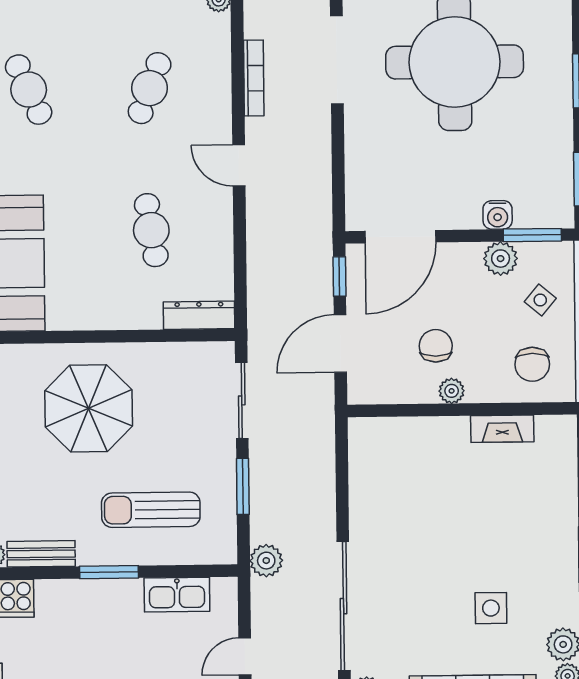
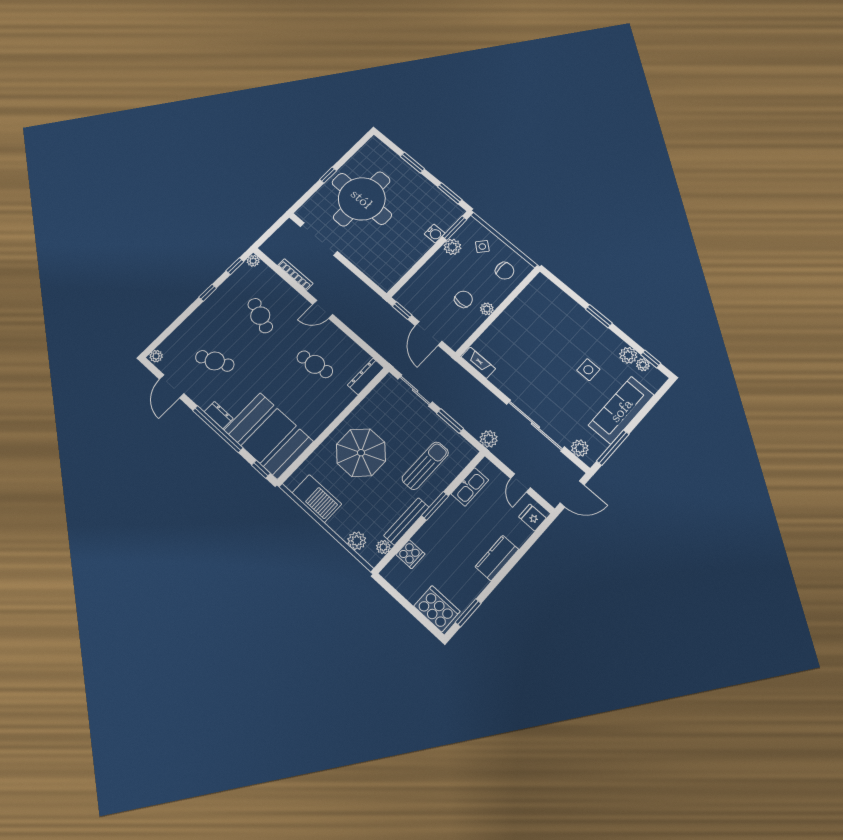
door: (400, 237) -> (409, 275), removed
chair: (436, 346) -> (464, 299), turned 90
fireplace: (502, 429) -> (478, 363), moved, turned -90
sun lounger: (151, 510) -> (425, 466), turned 180
bench: (41, 554) -> (406, 521), width x1.36

